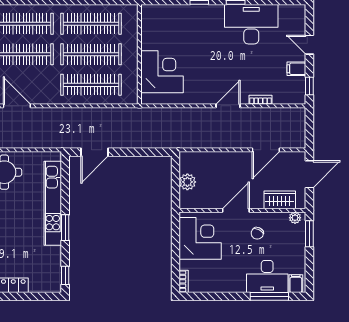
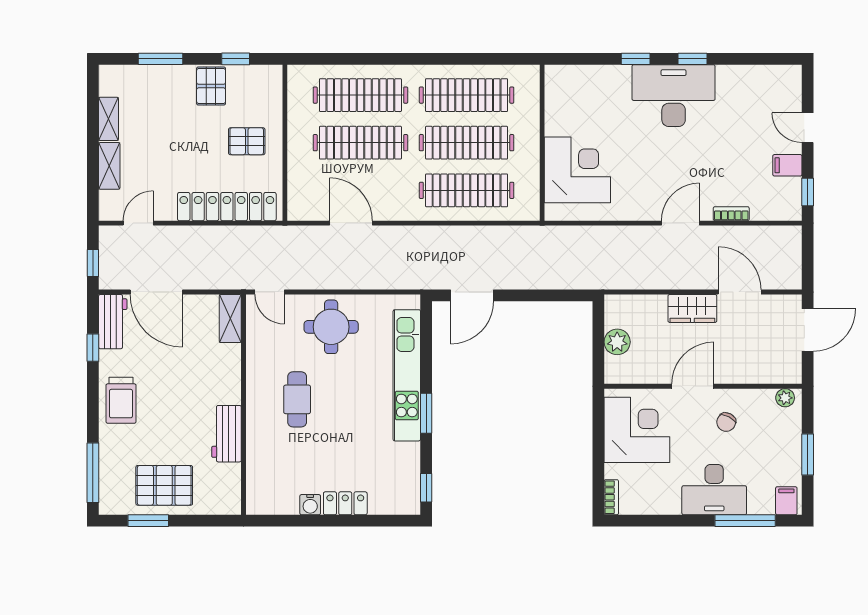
desk: (251, 24) -> (674, 96), moved
door: (266, 150) -> (740, 292), swing flipped
wardrobe: (280, 200) -> (692, 308), moved, turned 180
window: (309, 234) -> (808, 454), moved
desk: (267, 277) -> (714, 490), moved

